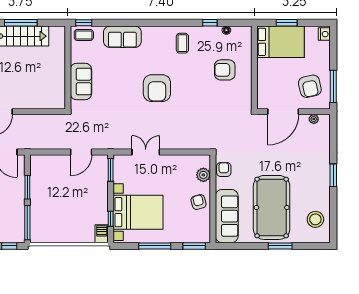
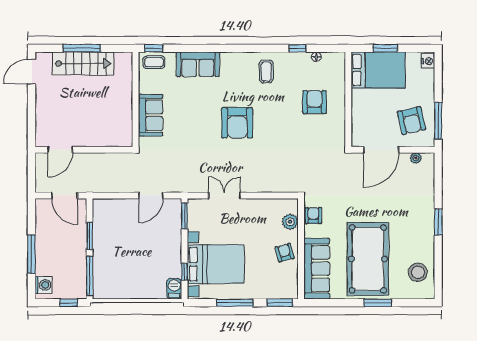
armchair: (225, 70) -> (315, 102), turned 90

